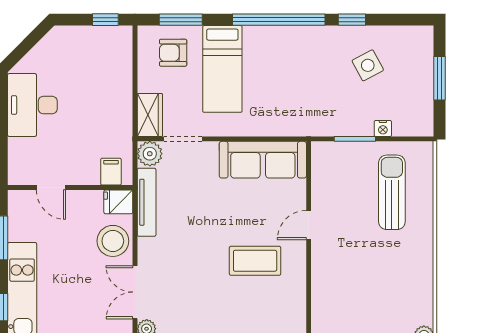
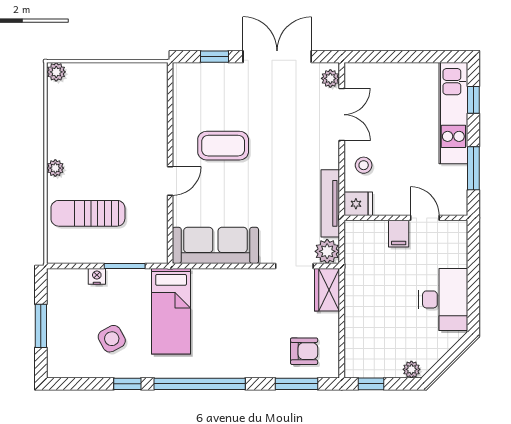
plant: (64, 34) -> (411, 369), added
bed: (222, 69) -> (171, 311), moved, turned 180
filing cabinet: (111, 172) -> (399, 234), moved
sun lounger: (392, 192) -> (88, 213), turned 90
plant: (425, 238) -> (55, 168), added
stool: (113, 241) -> (364, 165), width x0.53, depth x0.53

